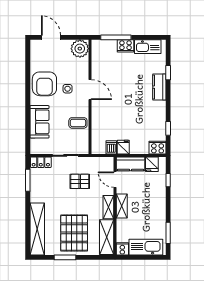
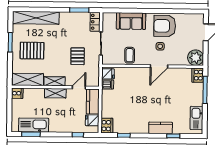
cooker: (126, 46) -> (198, 75), moved
fridge: (123, 147) -> (108, 74), moved
pallet: (74, 233) -> (32, 51), width x0.73, depth x0.71
kitchen sink: (146, 247) -> (34, 125), moved, turned -90

